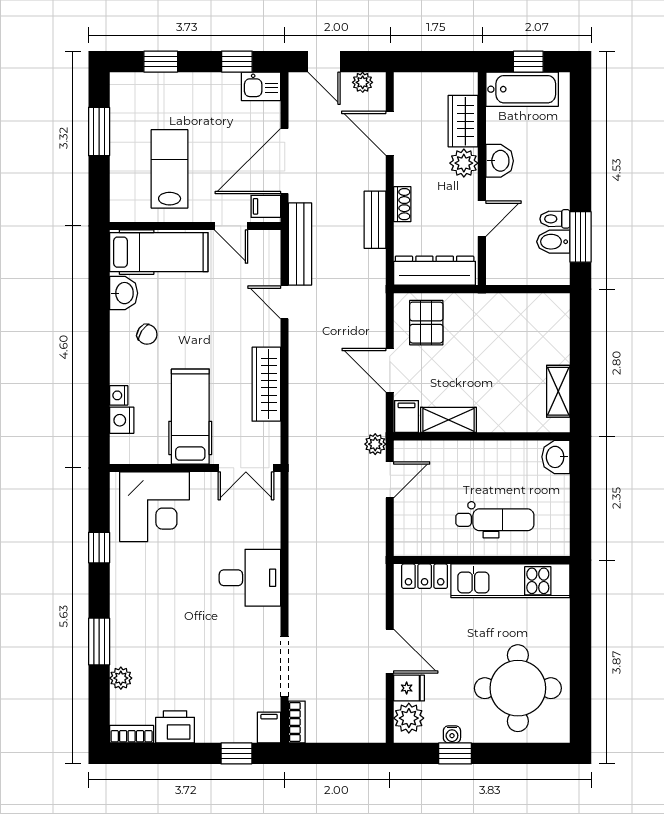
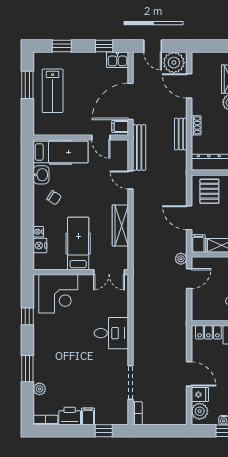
plant: (363, 82) -> (174, 63), width x1.88, depth x1.88
lab bench: (170, 169) -> (53, 91), moved, turned 180
filing cabinet: (269, 727) -> (88, 416), moved

